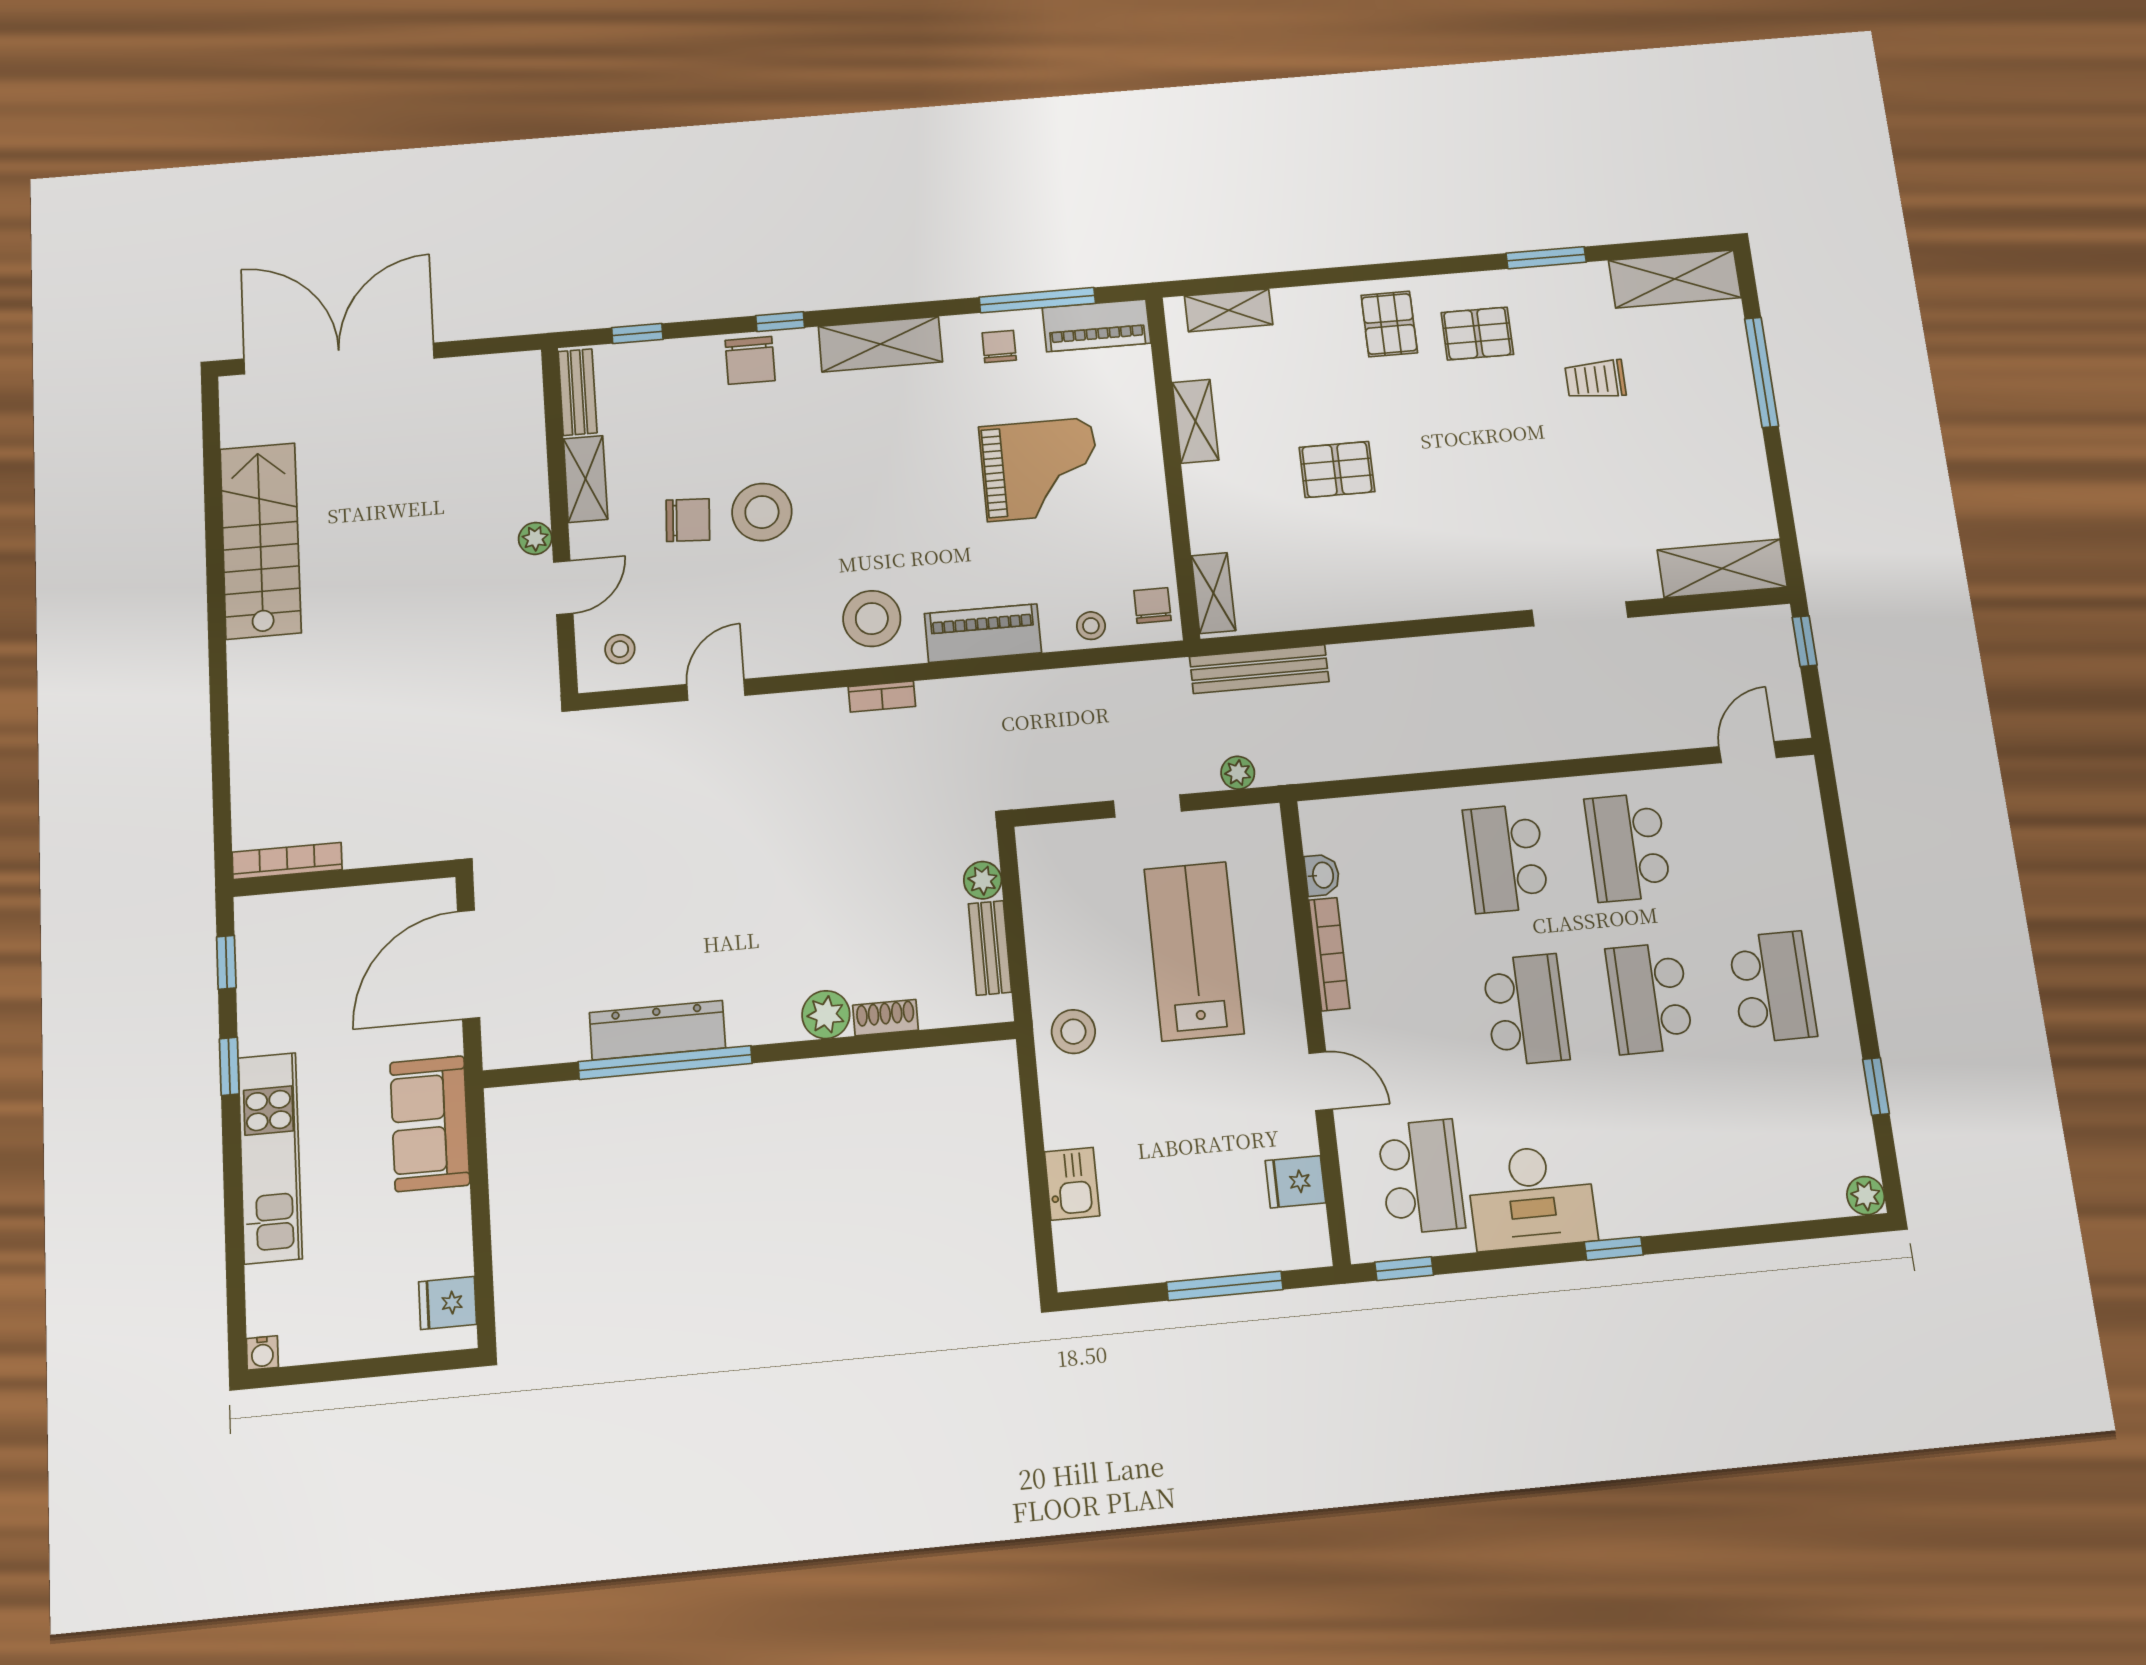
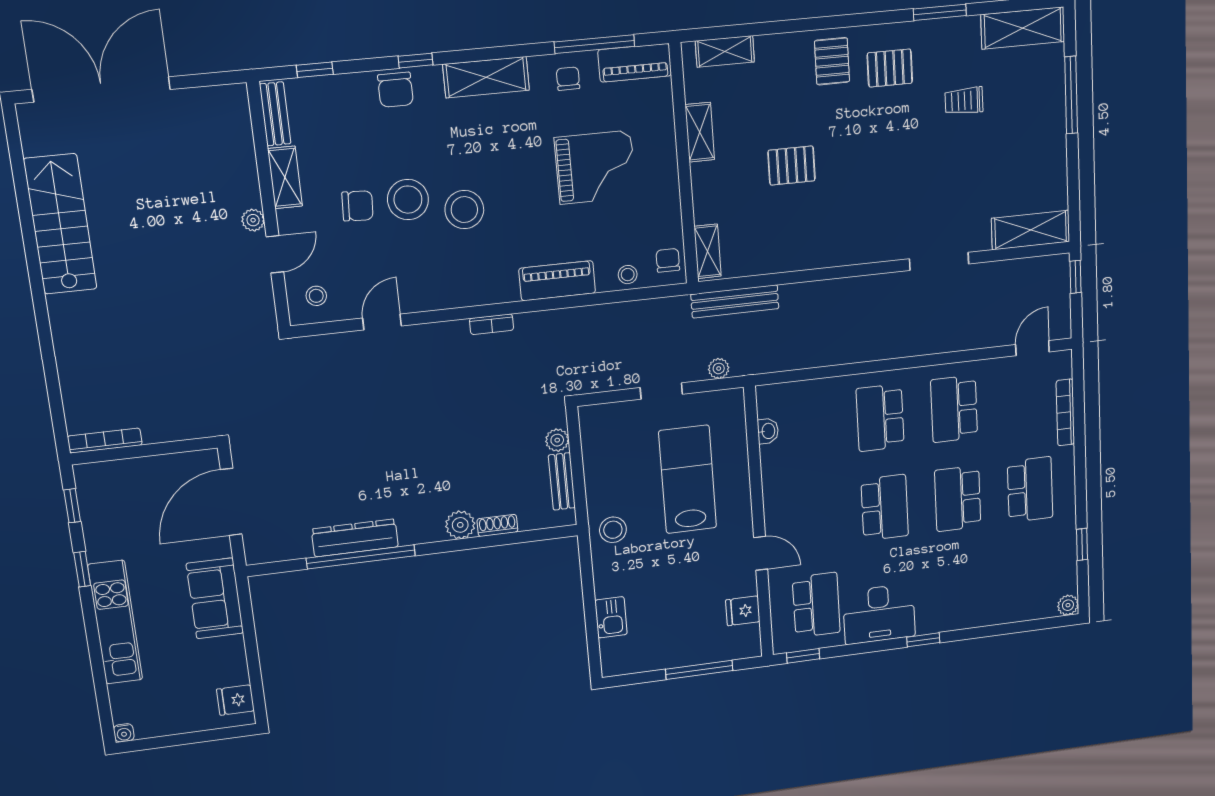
stool: (872, 619) -> (464, 210), moved
bookcase: (1329, 954) -> (1065, 412), moved, turned 180

